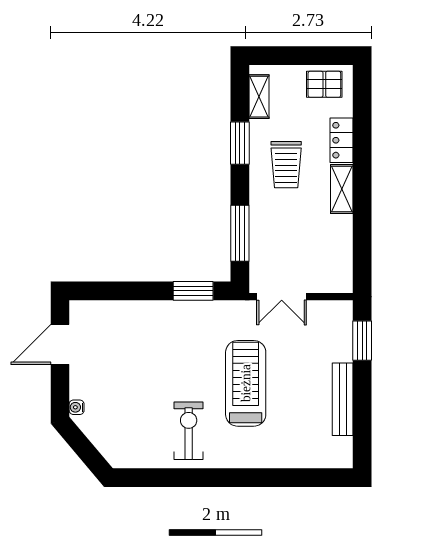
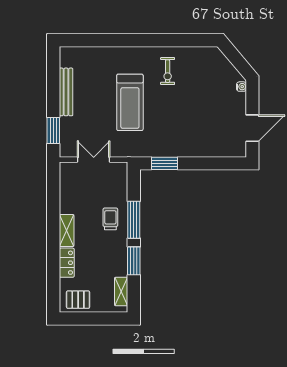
trolley: (286, 165) -> (110, 219), moved, width x0.73, depth x0.72
window: (240, 233) -> (134, 220), moved
double door: (282, 297) -> (94, 160), moved
exercise bike: (189, 431) -> (168, 71), width x0.73, depth x0.72

